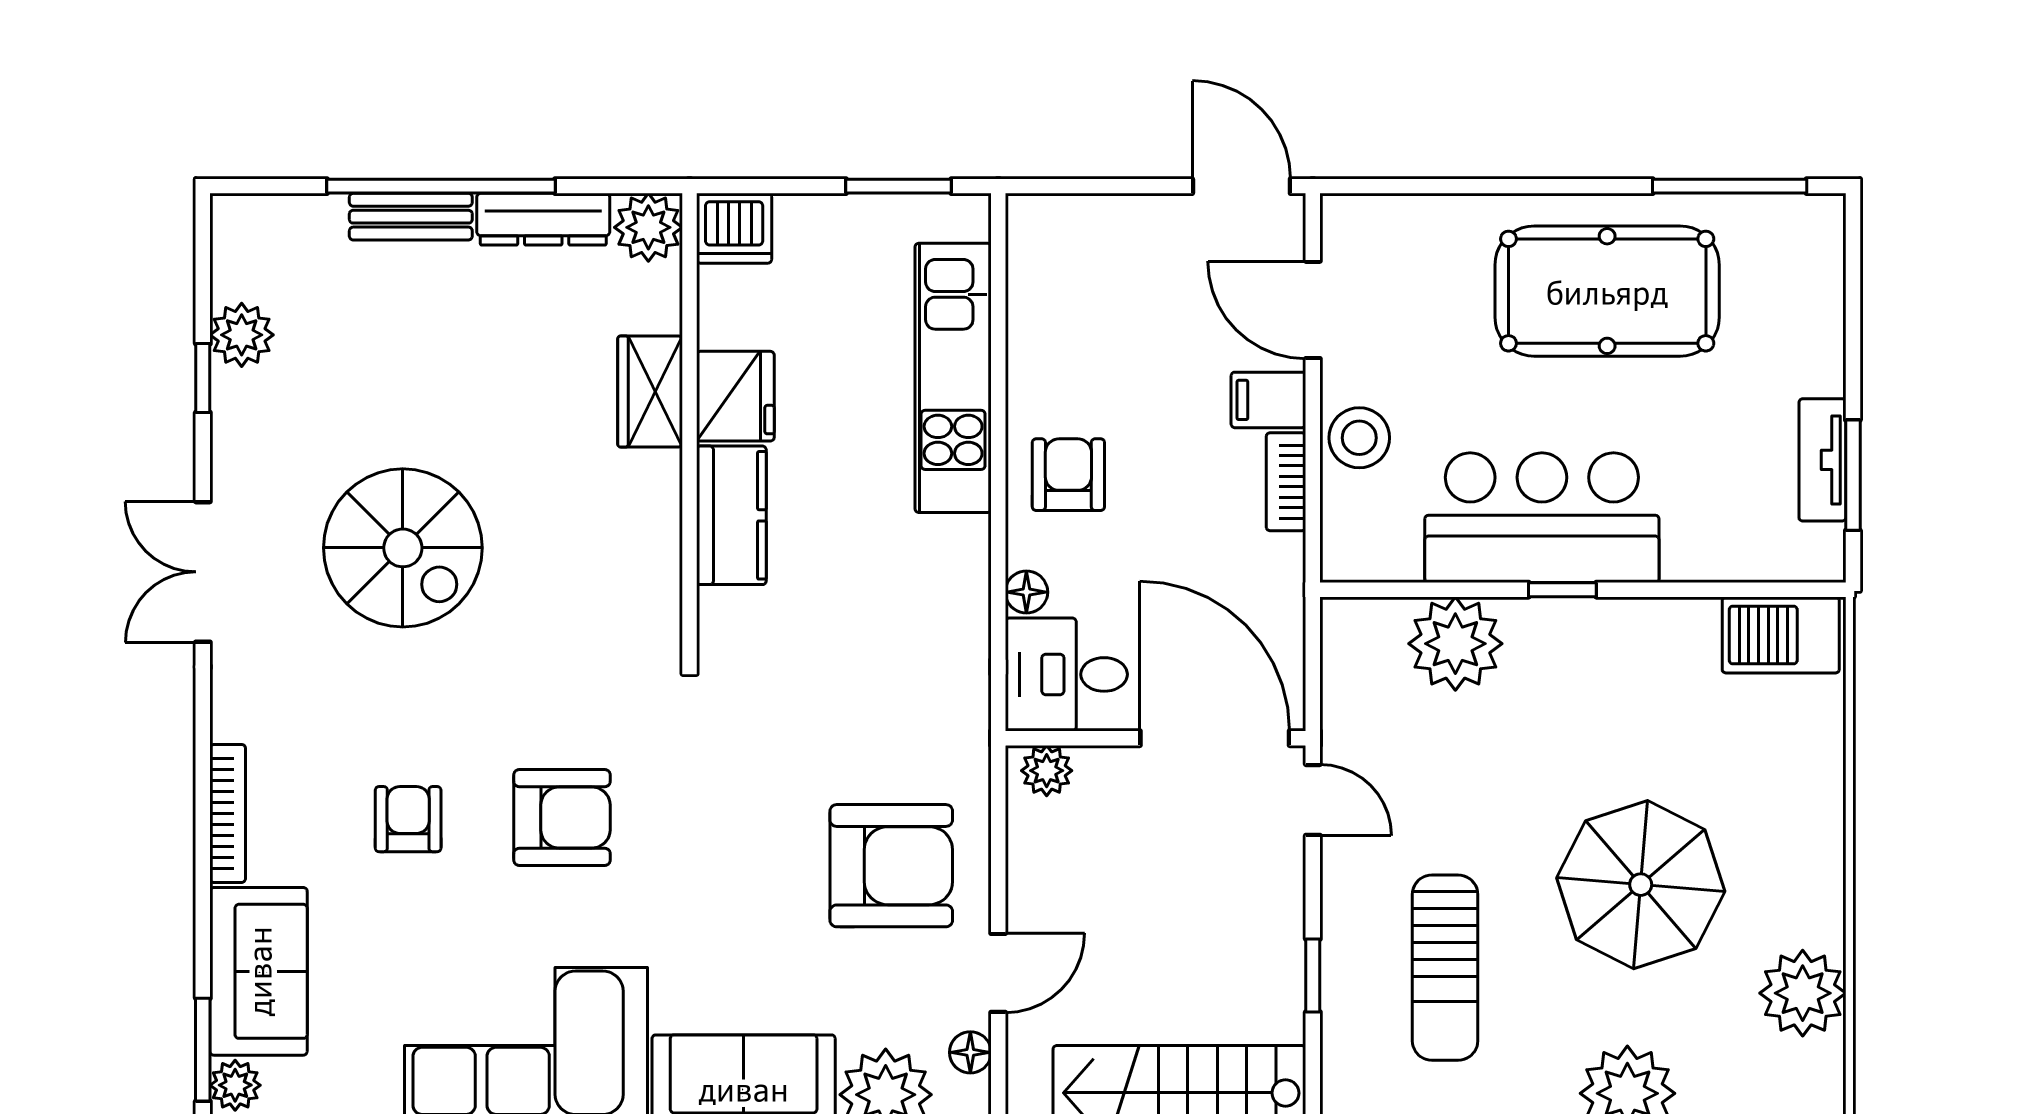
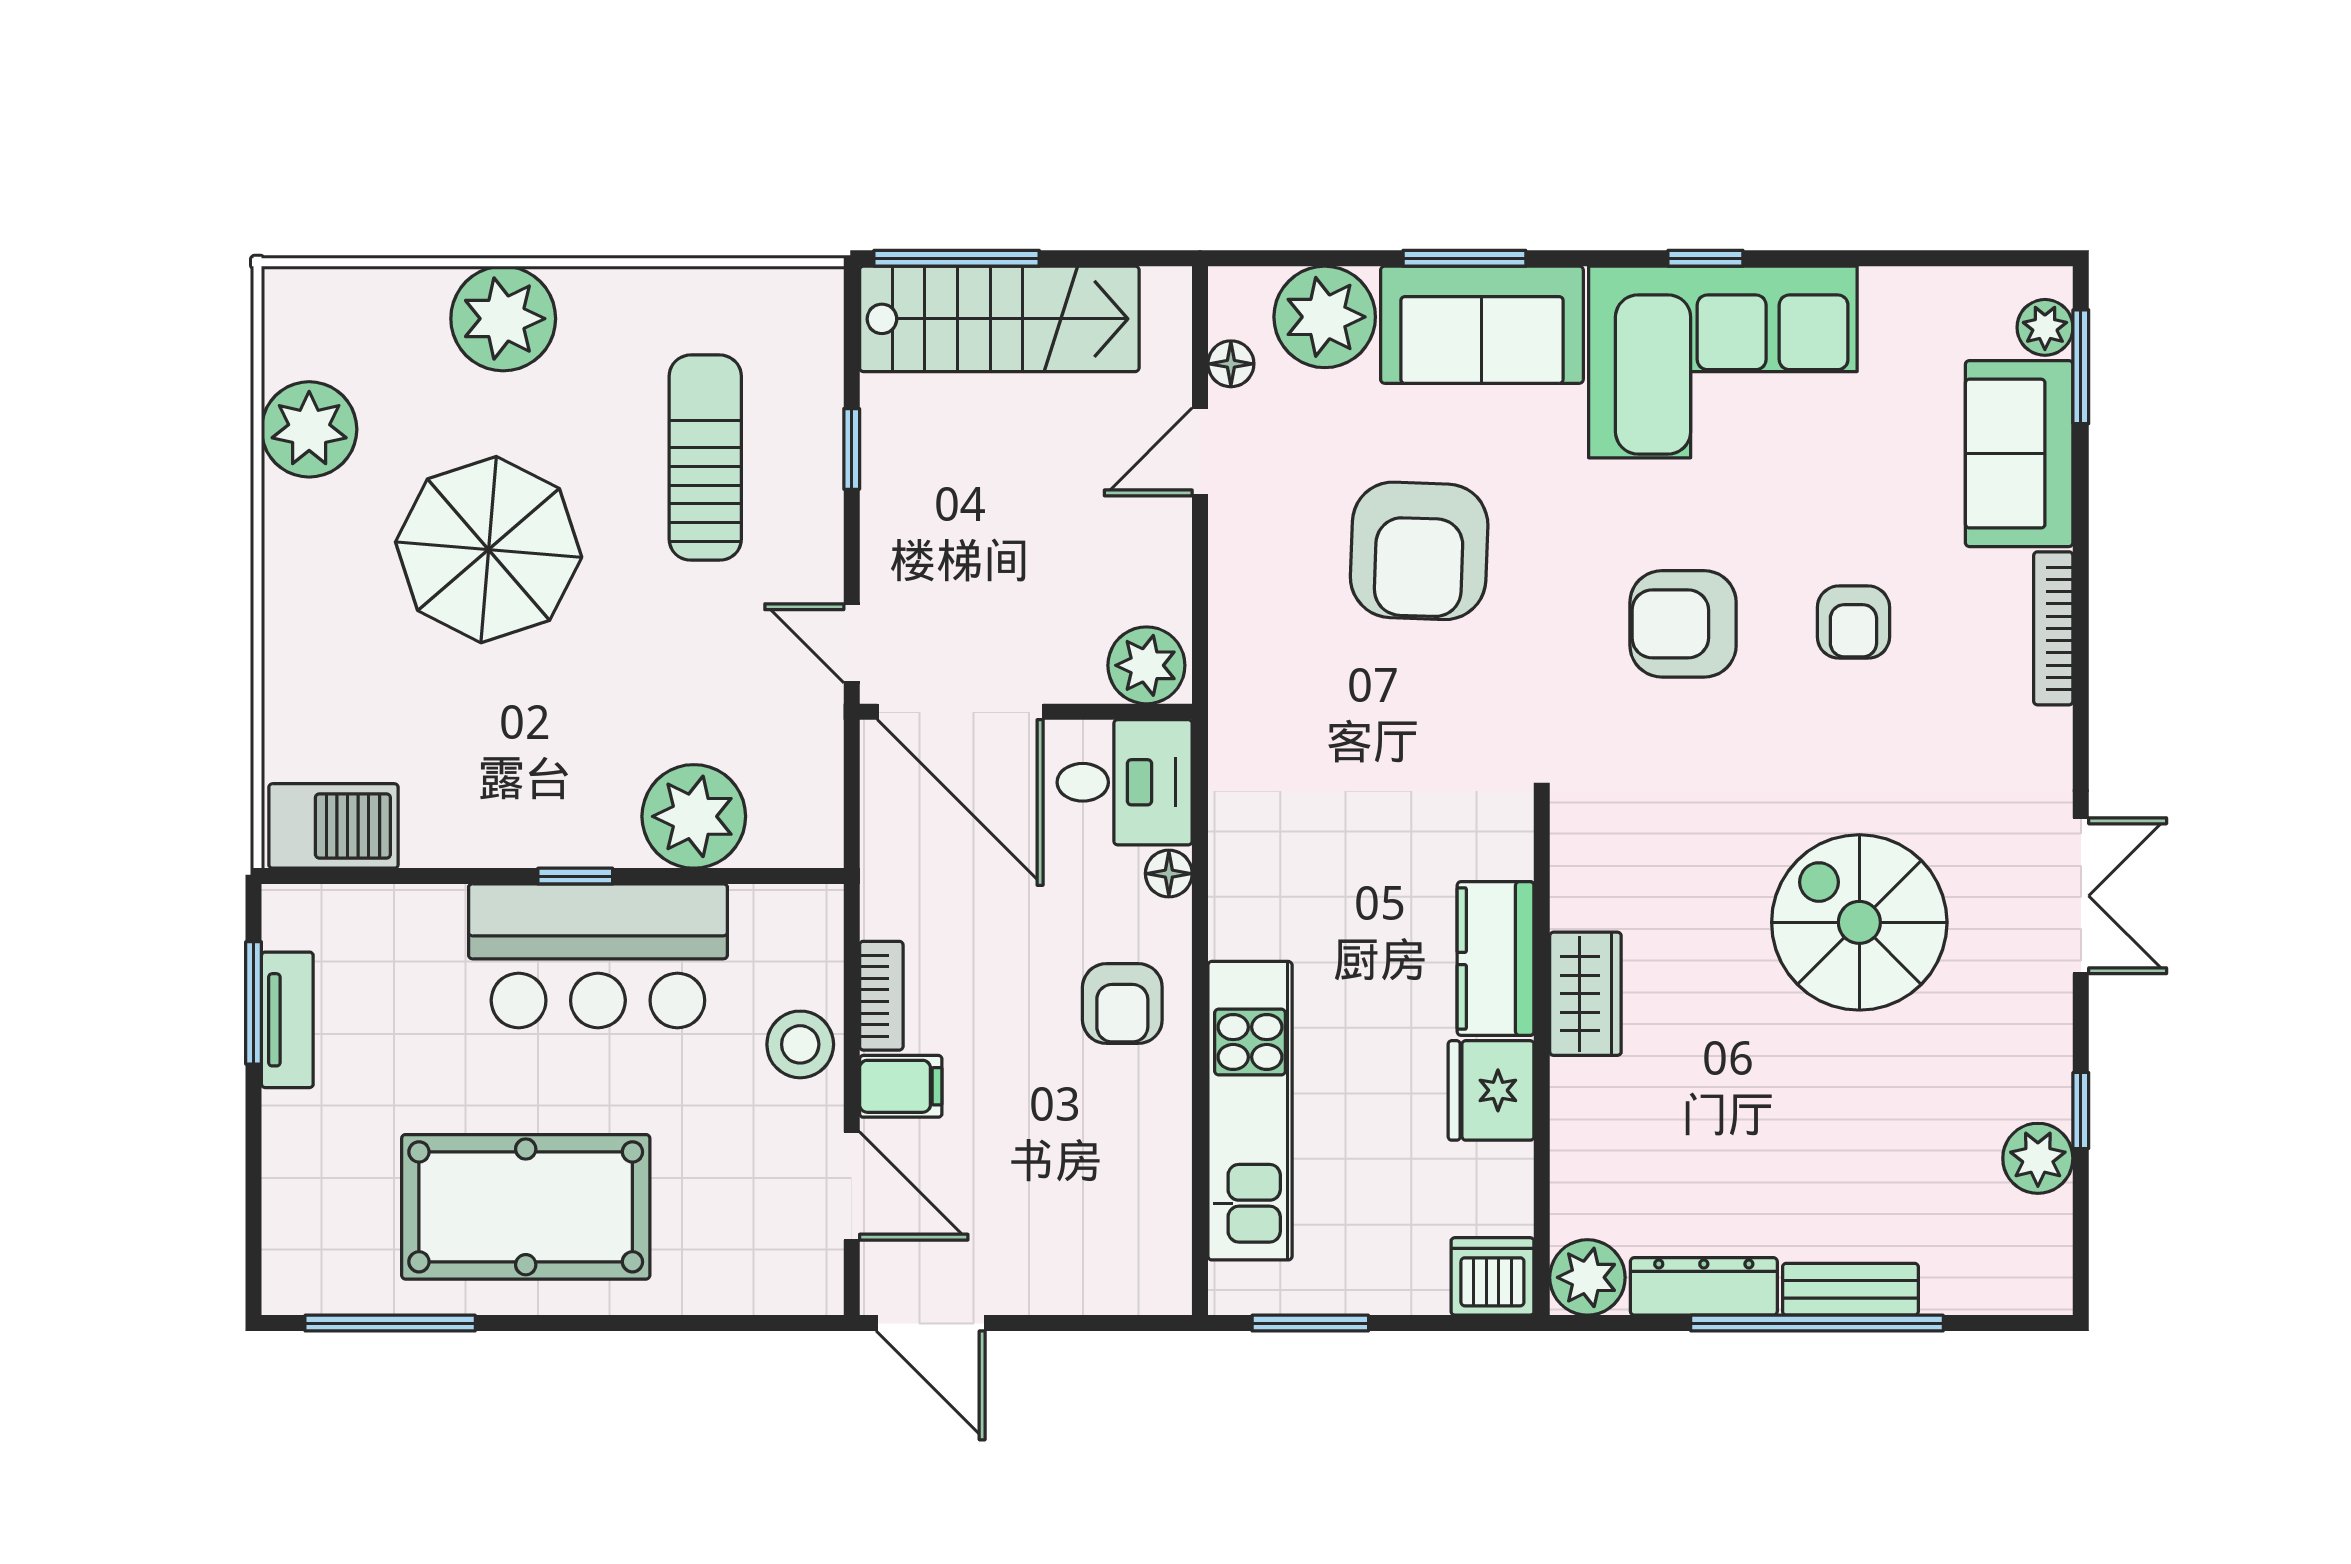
wardrobe: (650, 391) -> (1585, 994), moved
plant: (1047, 771) -> (1146, 665), width x1.38, depth x1.38
armchair: (891, 866) -> (1419, 551), moved, turned -88

